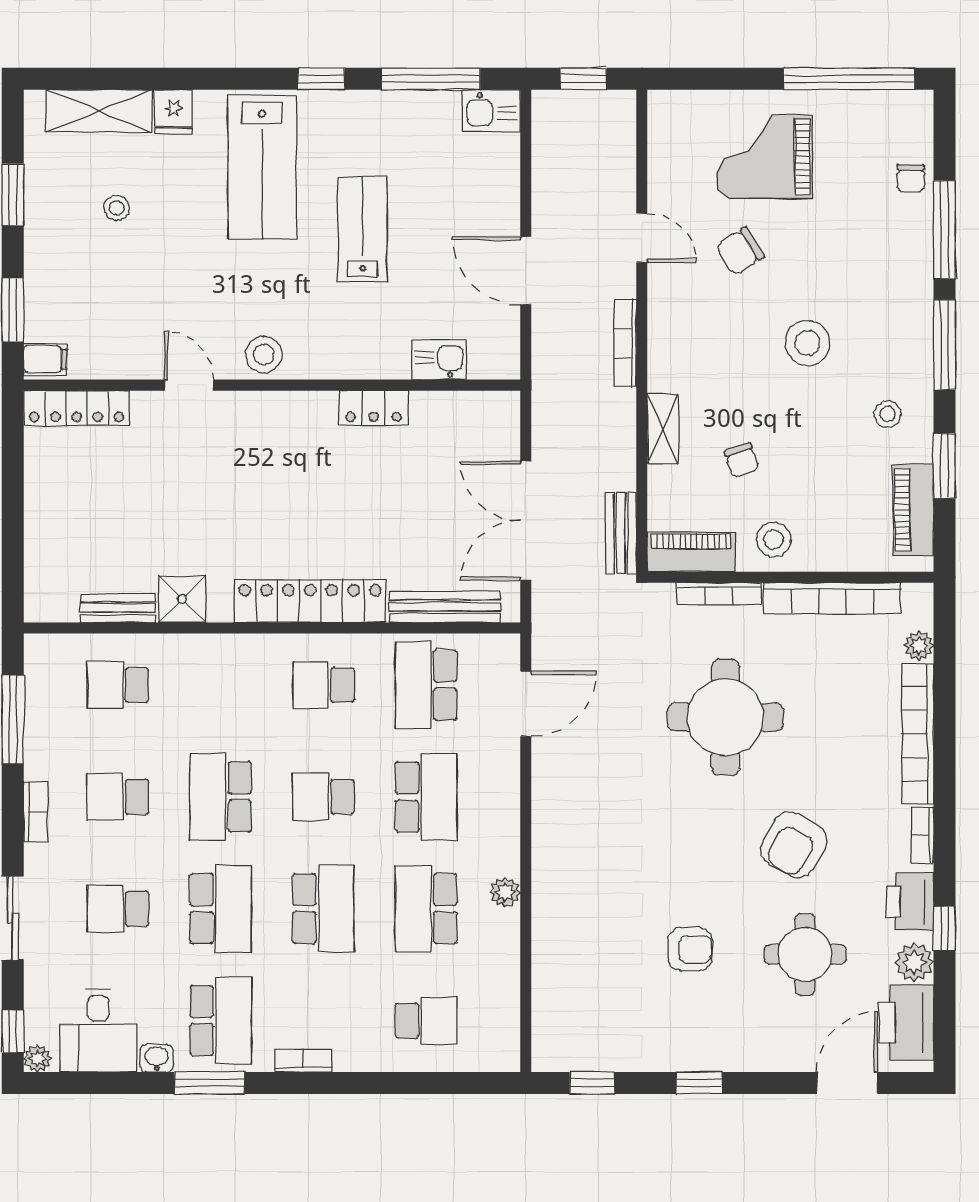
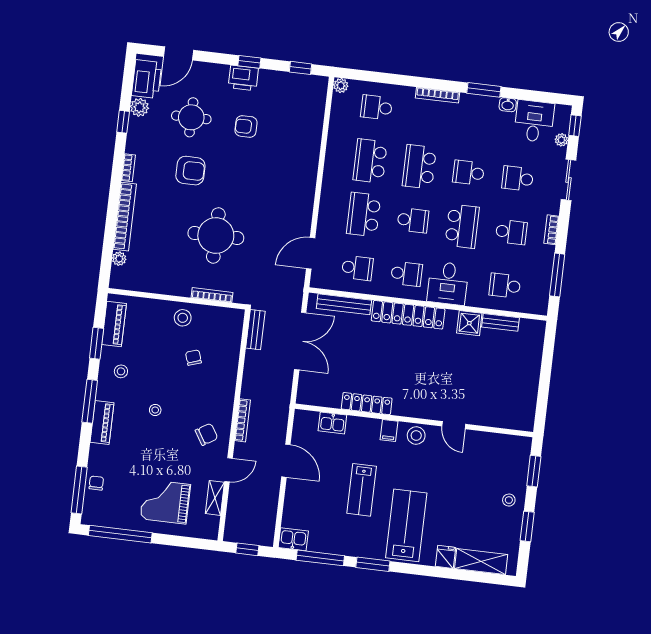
window: (321, 79) -> (373, 564), width x1.50
grand piano: (764, 157) -> (165, 502), turned 180
stool: (117, 208) -> (509, 500), moved
window: (944, 230) -> (79, 490), moved
door: (642, 238) -> (229, 470), swing flipped
chair: (740, 251) -> (206, 434), moved
stool: (808, 343) -> (155, 410), width x0.53, depth x0.53
filing cabinet: (45, 359) -> (389, 430), moved, turned -90
locker: (77, 408) -> (509, 421), removed
locker: (374, 408) -> (367, 404), width x1.53
shelving: (663, 429) -> (215, 498), moved
piano: (691, 552) -> (102, 422), moved, turned -90
bookcase: (832, 598) -> (158, 286), removed
desk: (236, 676) -> (448, 283), added
school desk: (118, 685) -> (505, 286), turned 180
school desk: (426, 685) -> (357, 268), width x0.54
armchair: (794, 845) -> (190, 171), turned 60
plant: (505, 892) -> (341, 85), moved
printer: (910, 902) -> (243, 78), moved, turned 90
school desk: (118, 909) -> (518, 178), turned 180
school desk: (221, 909) -> (468, 173), width x0.54
school desk: (426, 909) -> (370, 161), turned 180
school desk: (221, 1020) -> (475, 119), removed
plant: (37, 1058) -> (561, 140), moved
bookcase: (304, 1061) -> (437, 95), width x1.56

